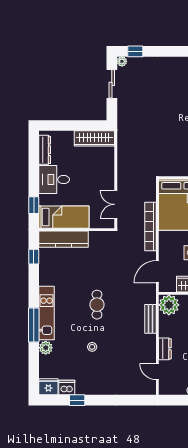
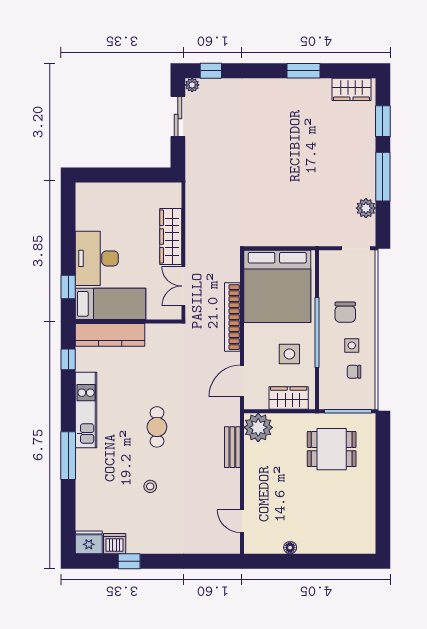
wardrobe: (94, 138) -> (171, 237), moved, turned 90
dresser: (45, 150) -> (83, 209), removed
desk: (54, 180) -> (97, 258), width x1.37
kitchen unit: (47, 313) -> (86, 410), moved
plant: (46, 348) -> (85, 488), removed
dresser: (165, 349) -> (253, 489), removed

